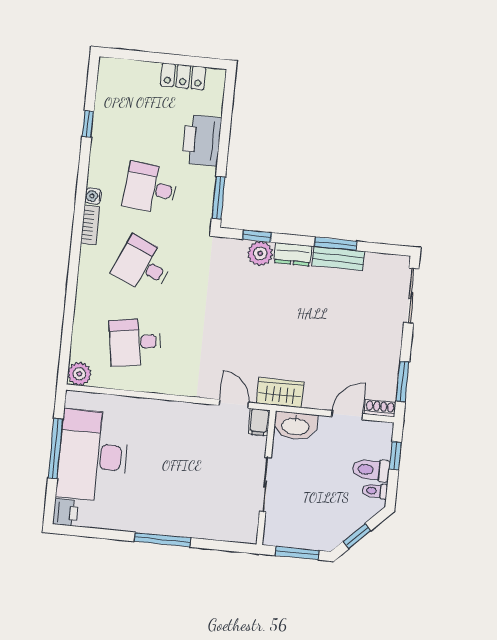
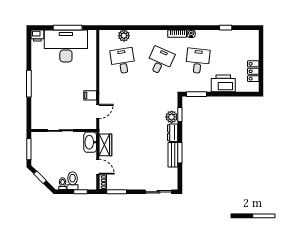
plant: (79, 374) -> (124, 36), moved
wardrobe: (280, 393) -> (105, 145), moved
filing cabinet: (259, 422) -> (90, 95), moved

